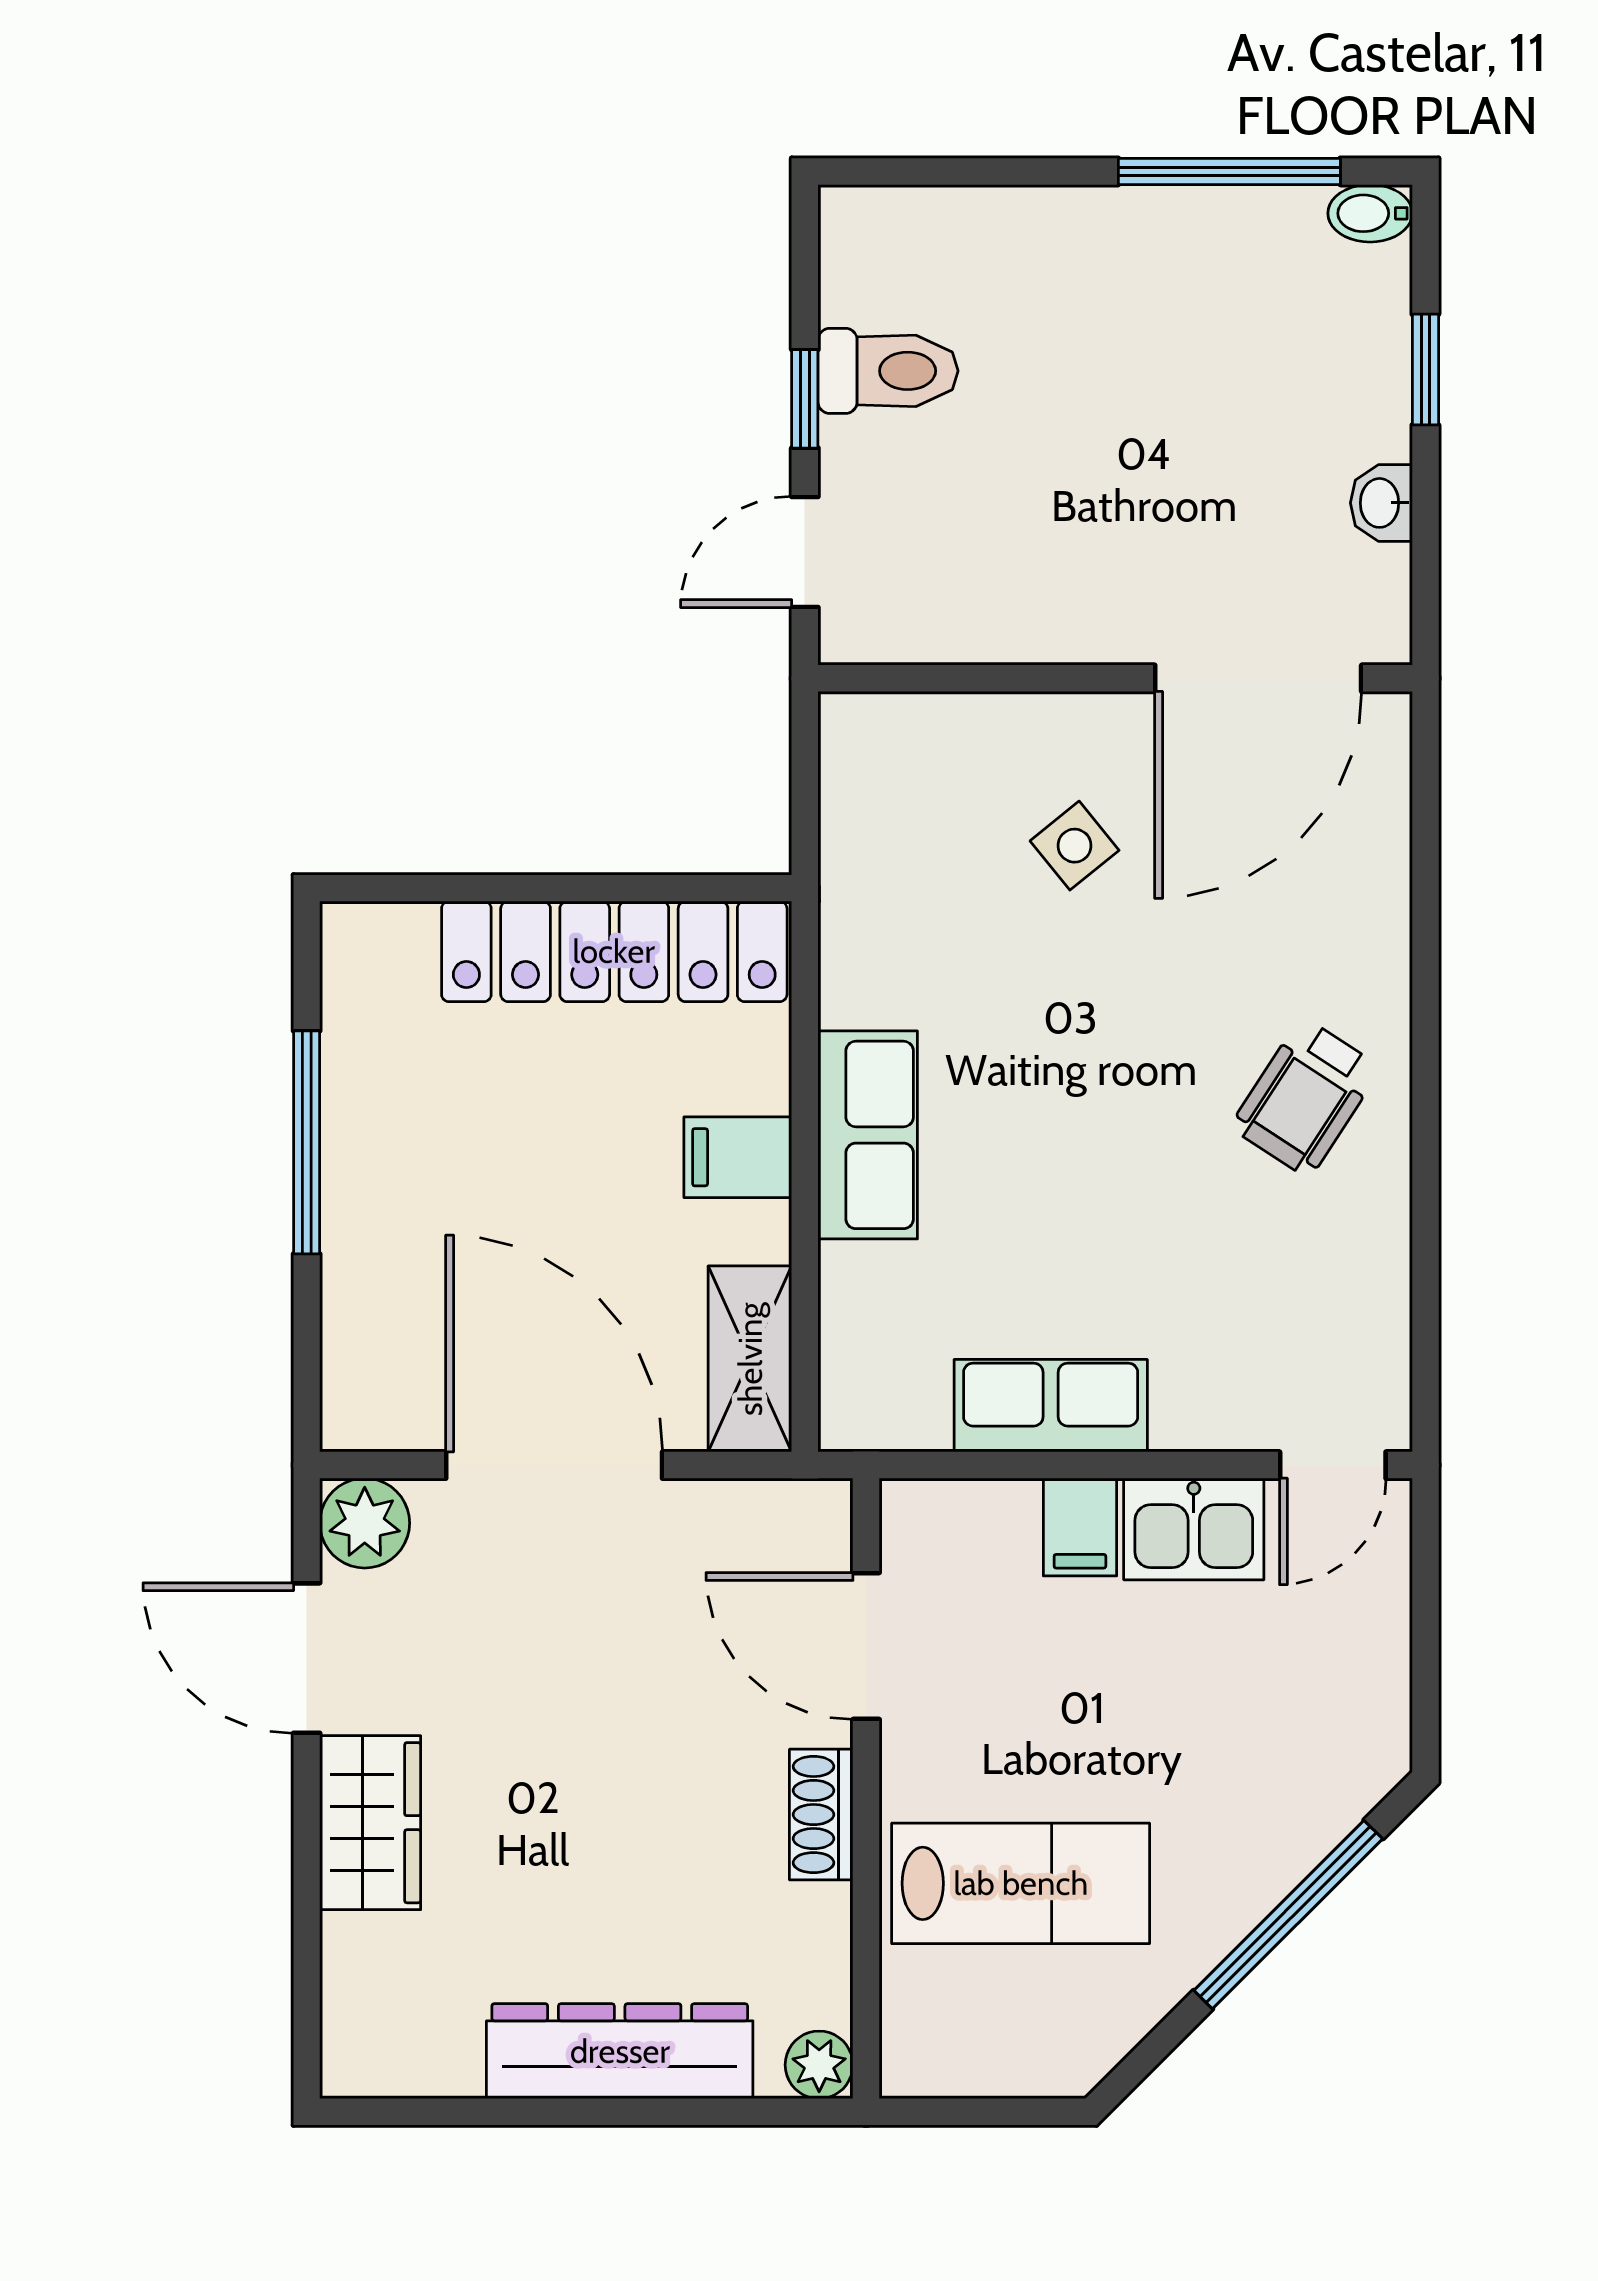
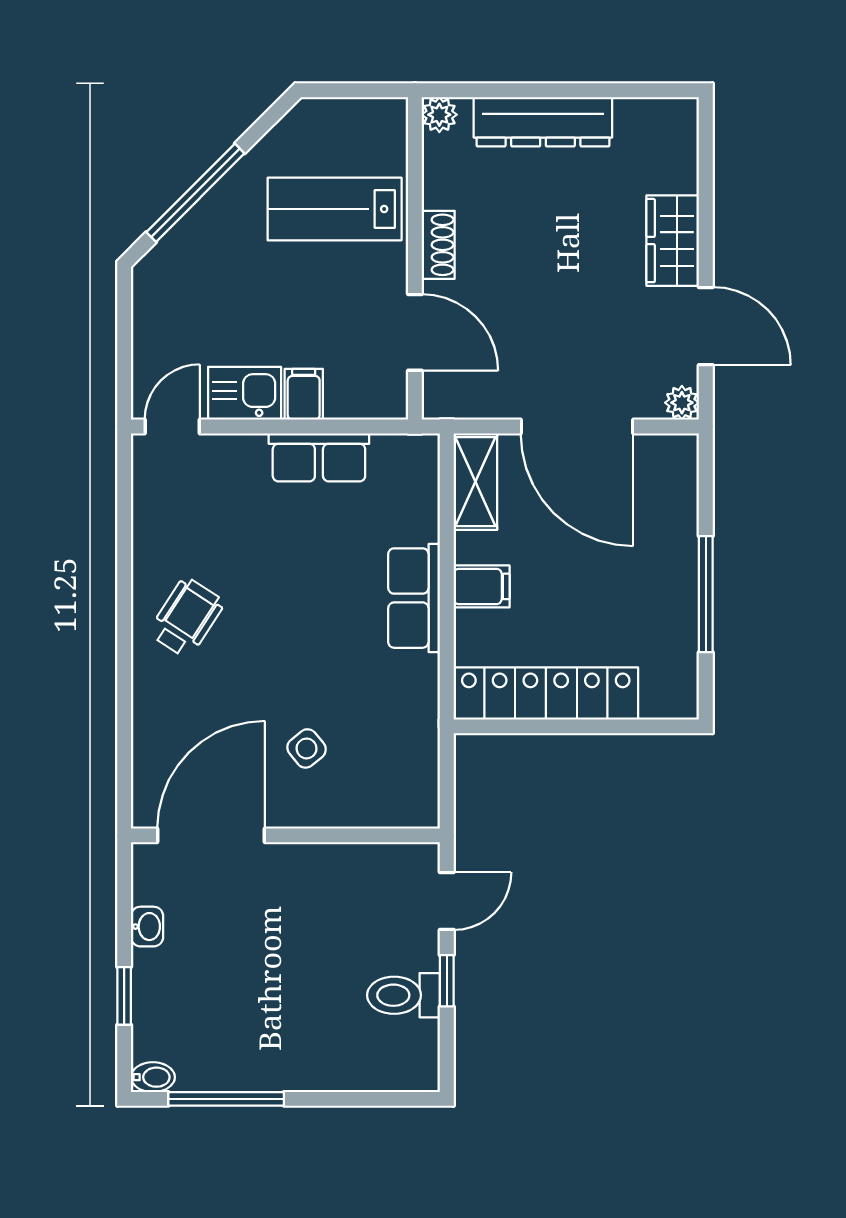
plant: (365, 1523) -> (682, 403), width x0.73, depth x0.73

